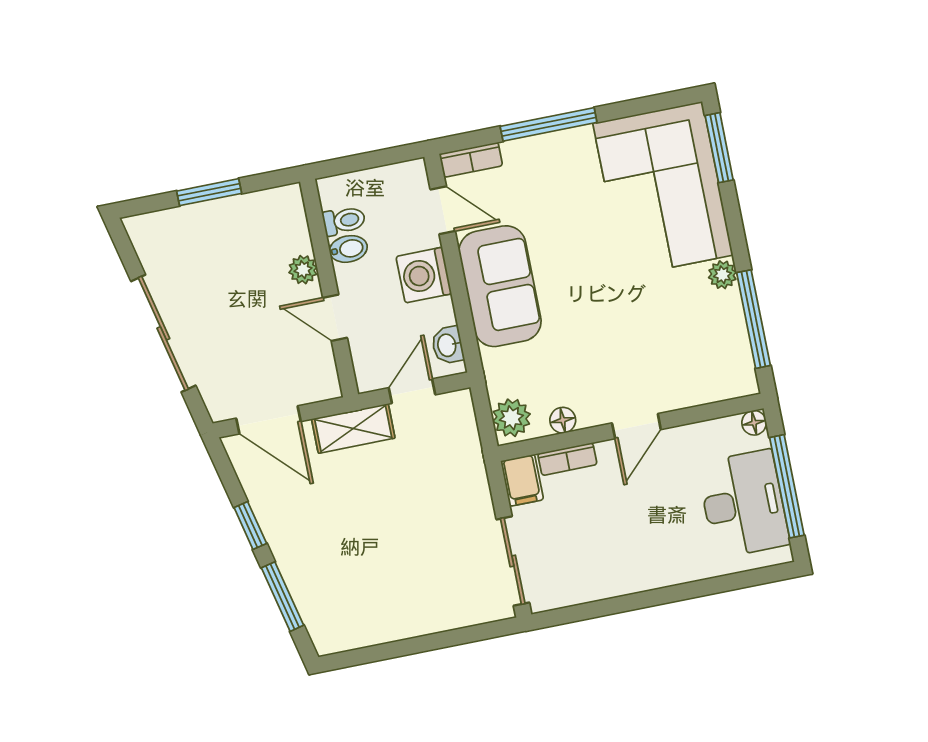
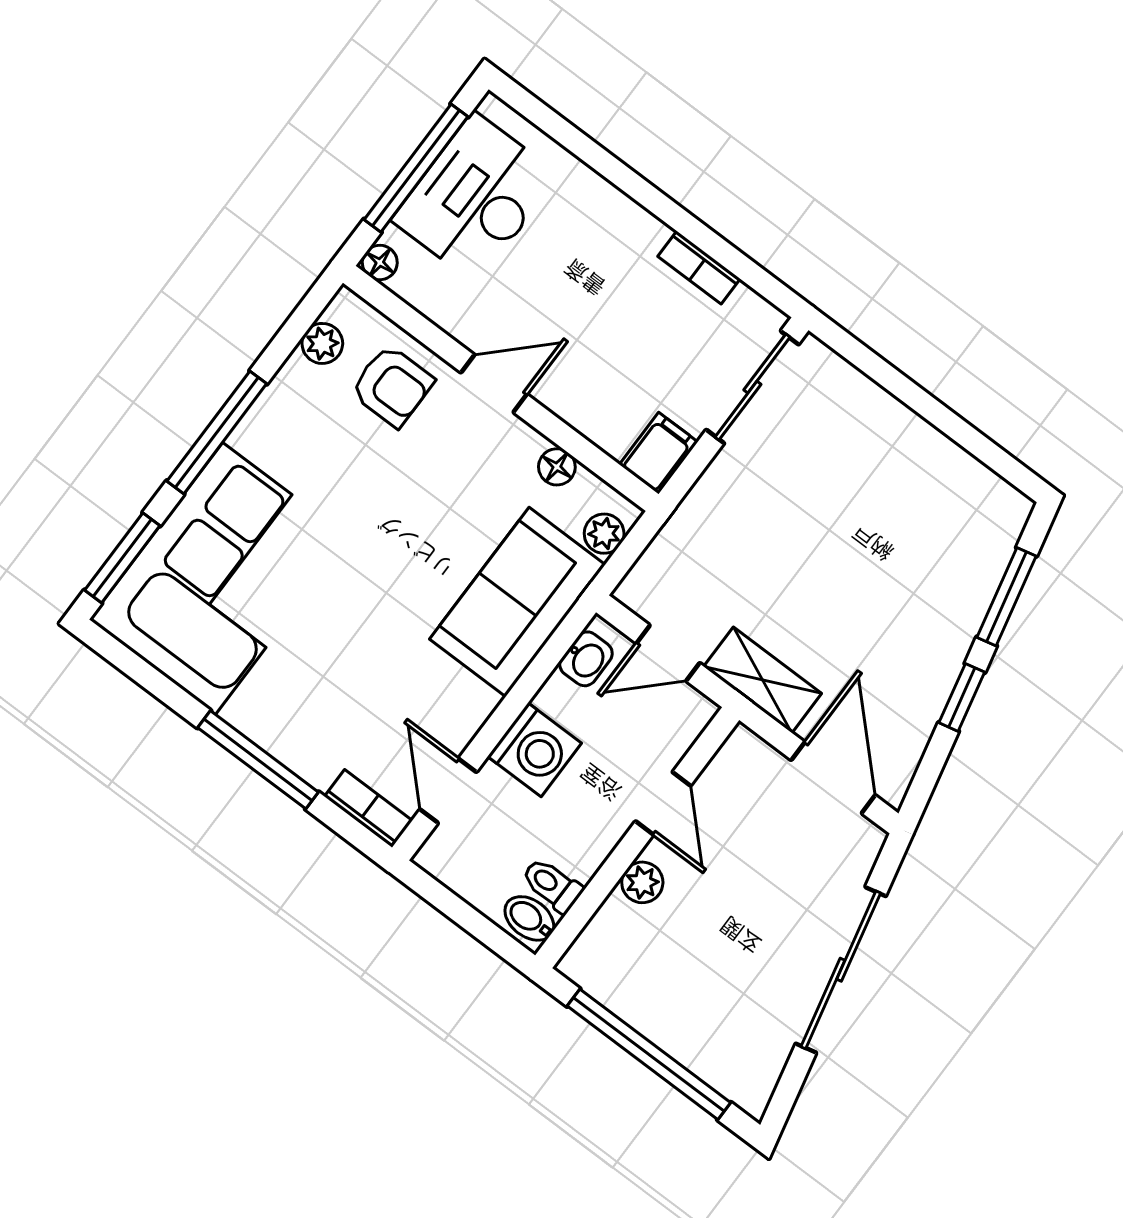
window: (209, 192) -> (649, 1054), width x2.11
bidet: (348, 249) -> (529, 918), moved
plant: (722, 275) -> (322, 343), moved
sofa: (500, 286) -> (517, 602), moved
window: (753, 319) -> (217, 432), moved
armchair: (683, 371) -> (392, 386), added
plant: (511, 418) -> (604, 534), width x0.73, depth x0.73
bookcase: (567, 459) -> (699, 268), moved, turned 180

